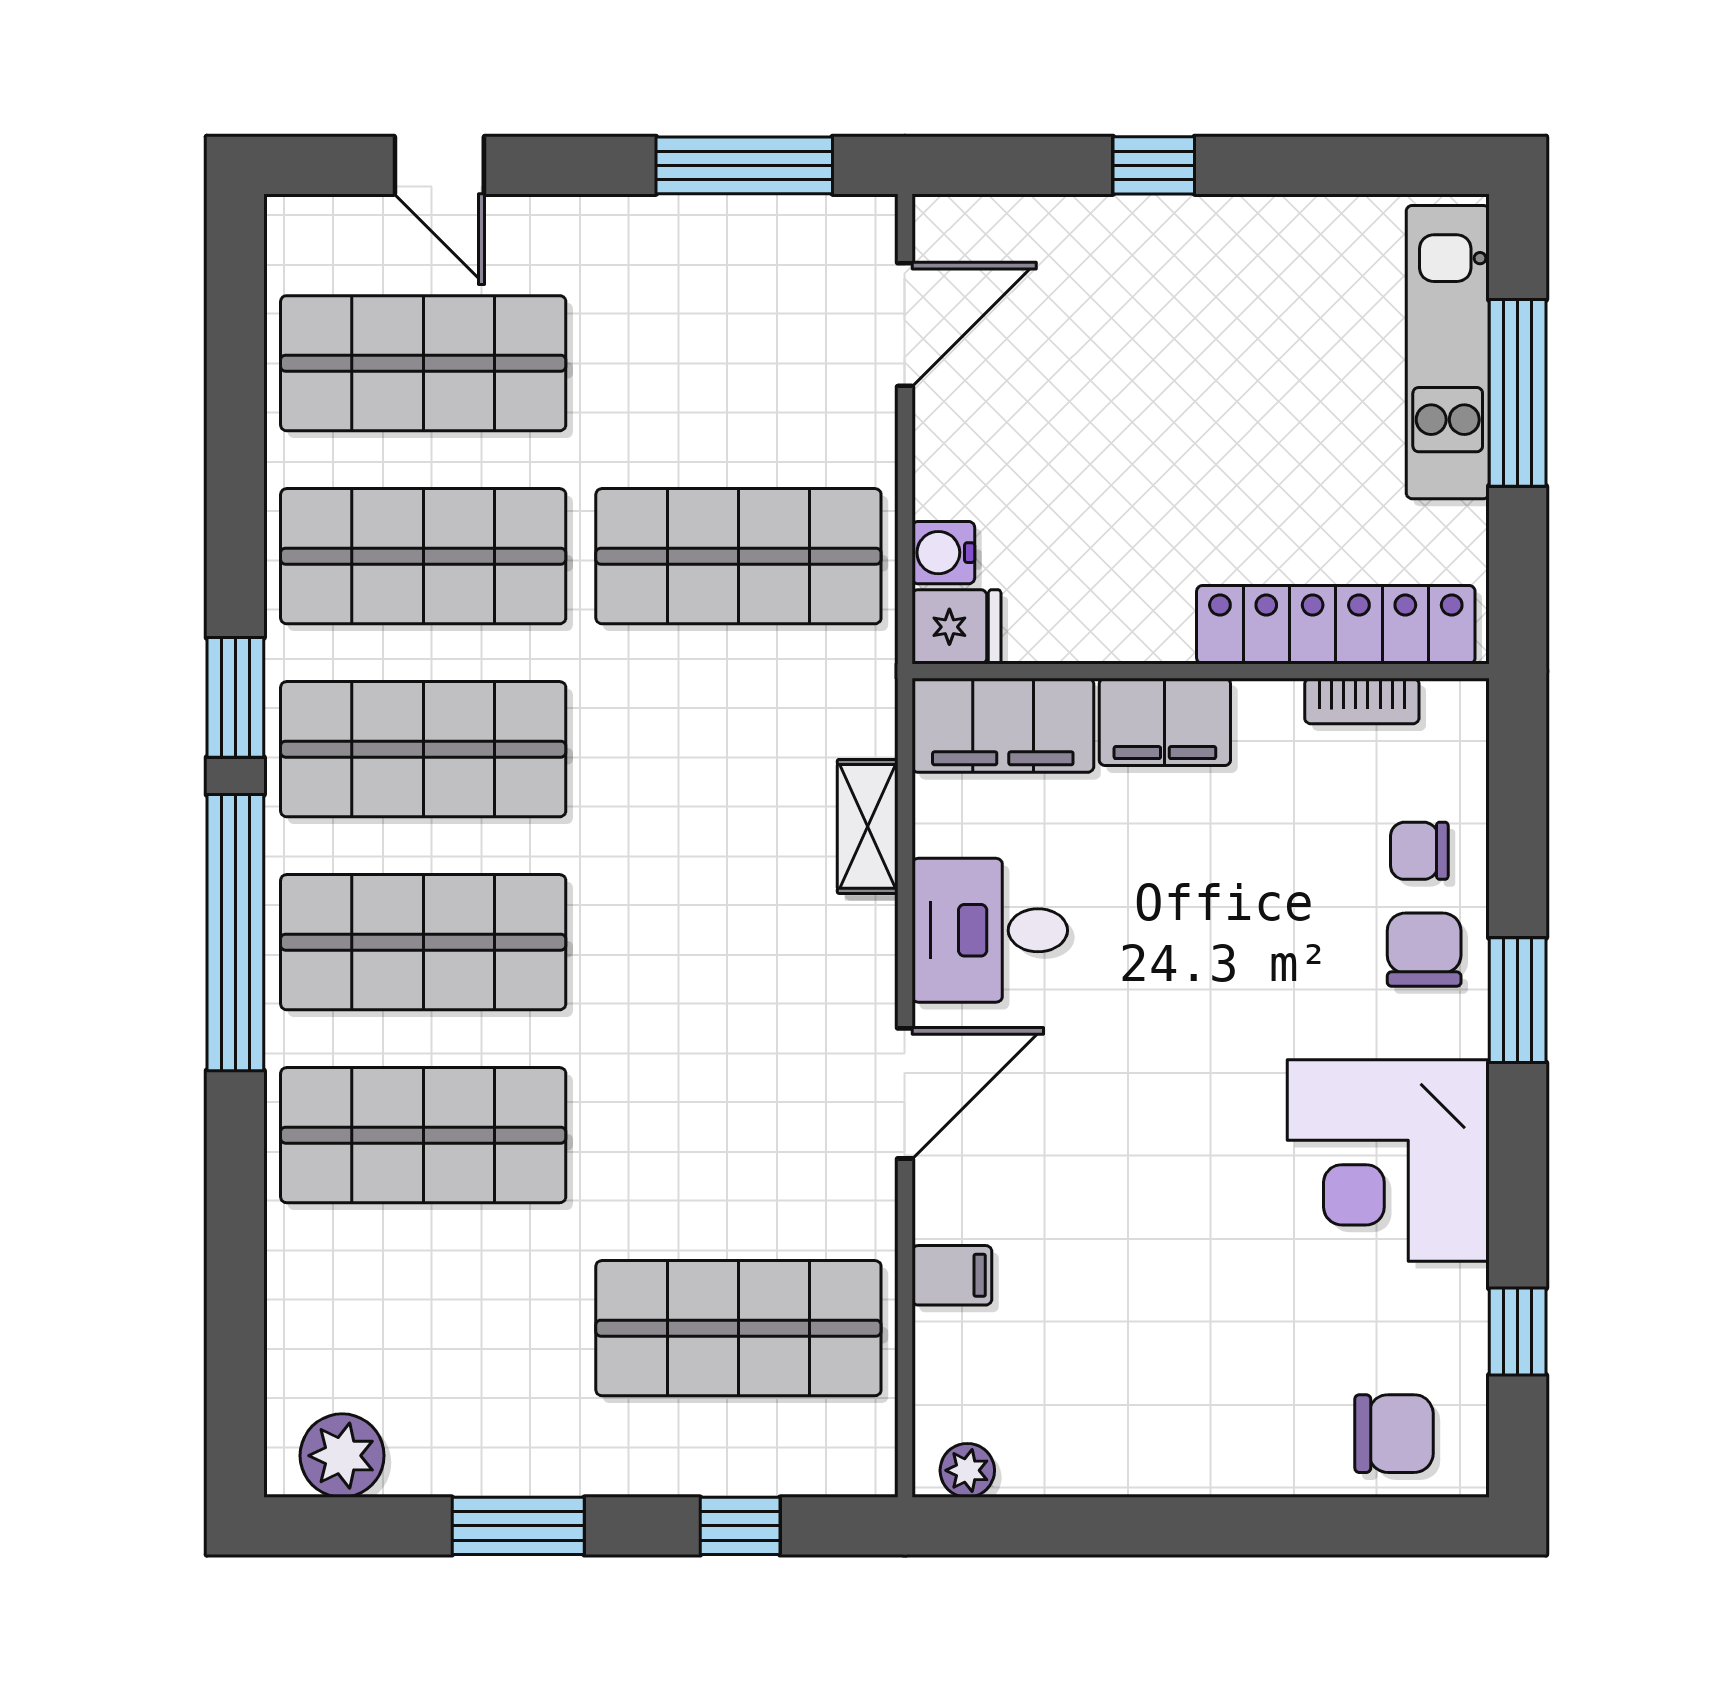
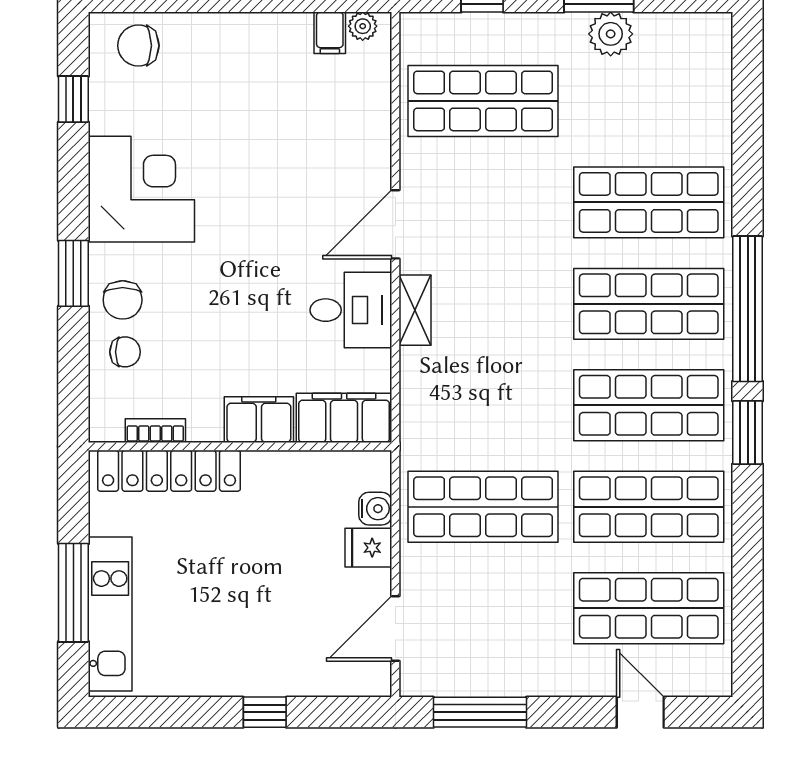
fridge: (956, 627) -> (368, 548), moved
shelving: (868, 826) -> (415, 310), moved
filing cabinet: (952, 1275) -> (330, 33), moved, turned -90
plant: (342, 1456) -> (611, 34), moved

